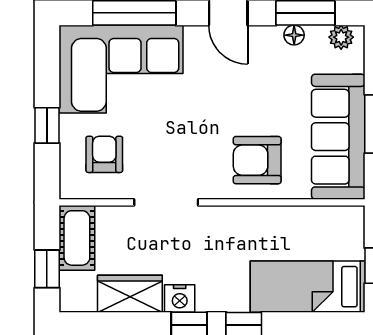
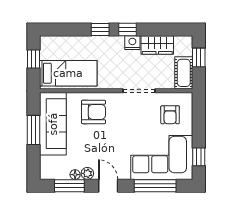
plant: (341, 37) -> (87, 173), moved
window: (47, 125) -> (199, 157), moved
bed: (308, 287) -> (68, 73), moved

